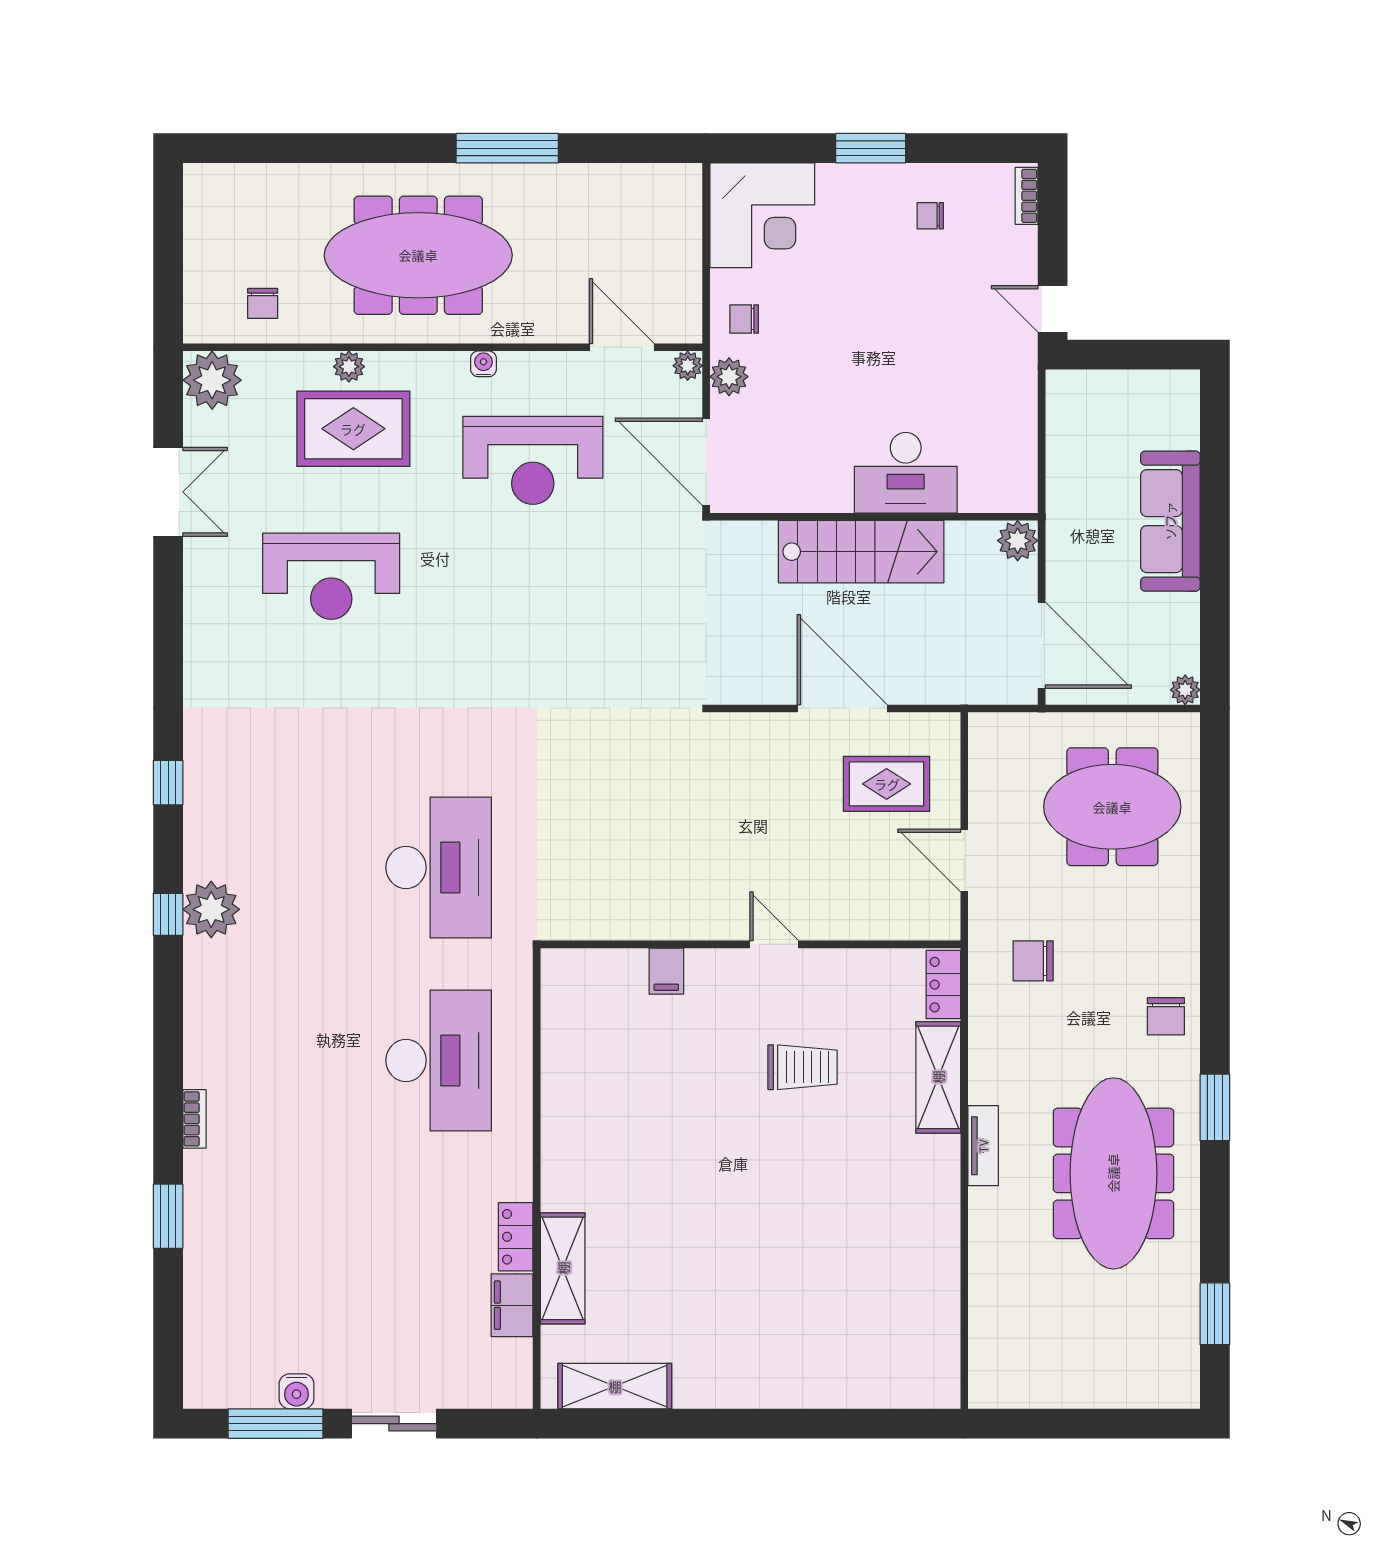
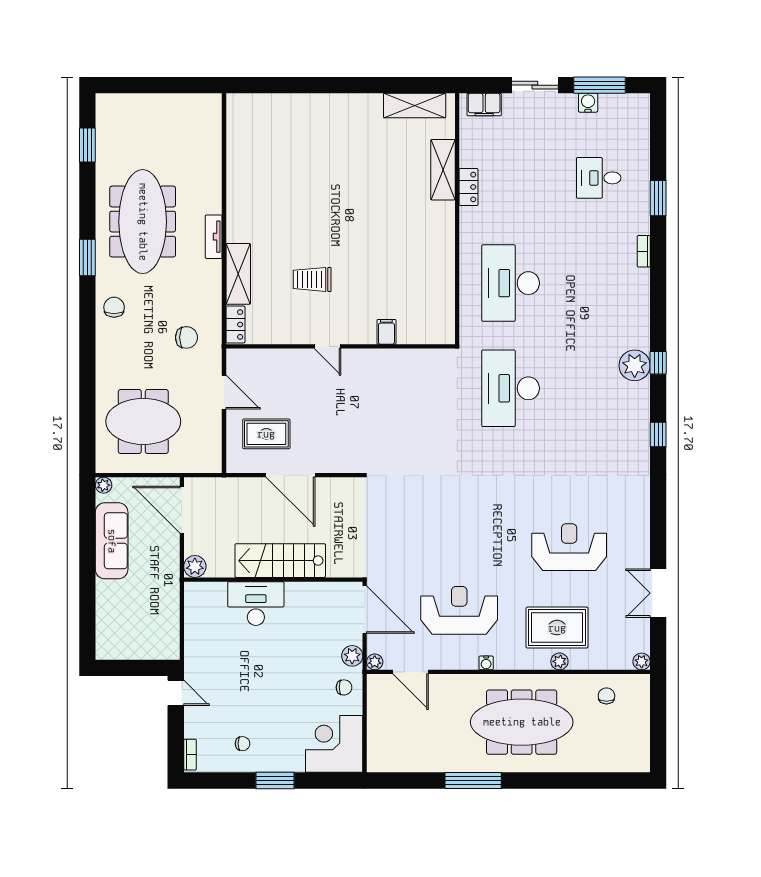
plant: (212, 380) -> (642, 661), width x0.53, depth x0.53
sofa: (1170, 521) -> (112, 541), moved
desk: (277, 1253) -> (599, 178), added
filing cabinet: (512, 1305) -> (484, 105), moved, turned 90

